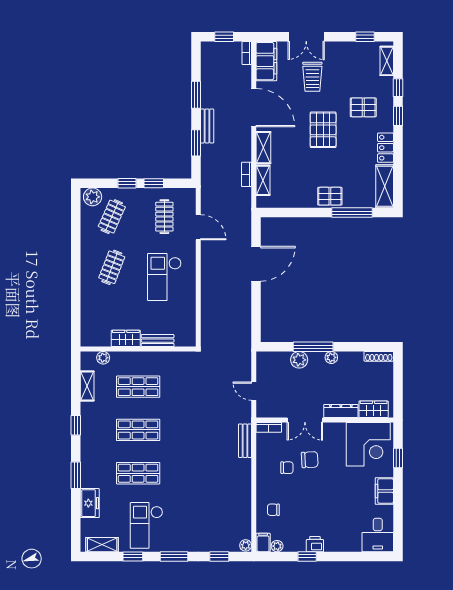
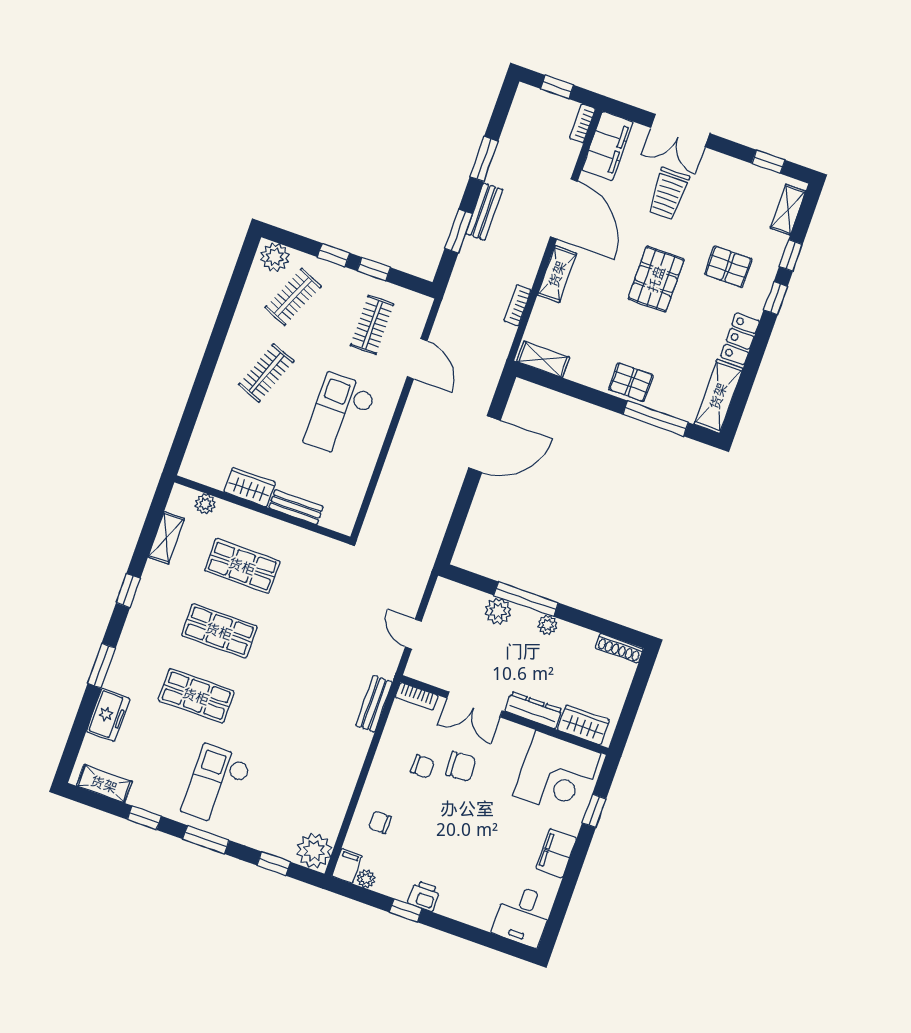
shelving: (263, 180) -> (543, 359), moved, turned 90
checkout: (146, 525) -> (216, 785), moved
plant: (246, 545) -> (314, 851), width x1.88, depth x1.88

